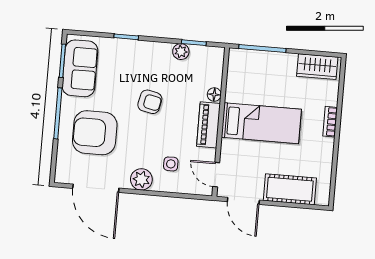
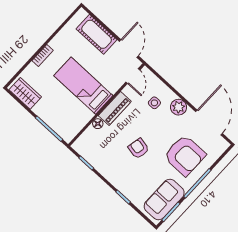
plant: (181, 52) -> (98, 164), removed

